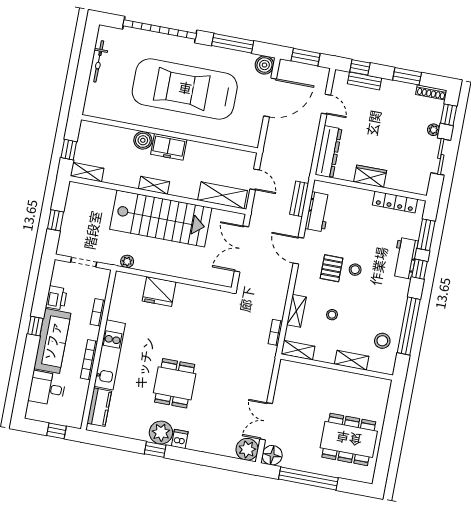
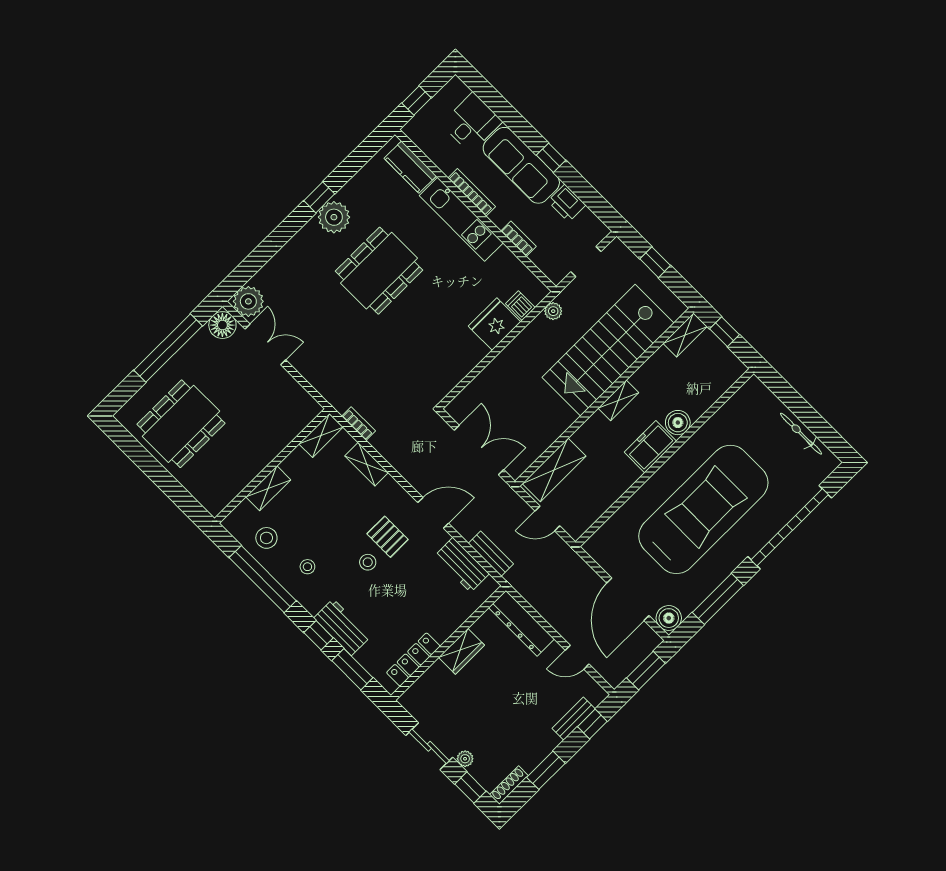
stairs: (161, 219) -> (608, 350), moved
stool: (332, 315) -> (307, 567), moved
dining table: (175, 383) -> (379, 271), width x1.37
dishwasher: (180, 439) -> (520, 306), moved, turned 180

